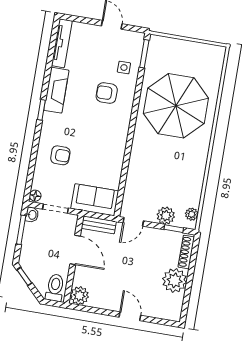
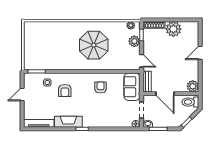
parasol: (176, 106) -> (94, 45), moved, width x0.73, depth x0.73
armchair: (60, 155) -> (101, 87), moved
door: (75, 250) -> (165, 94), swing flipped

